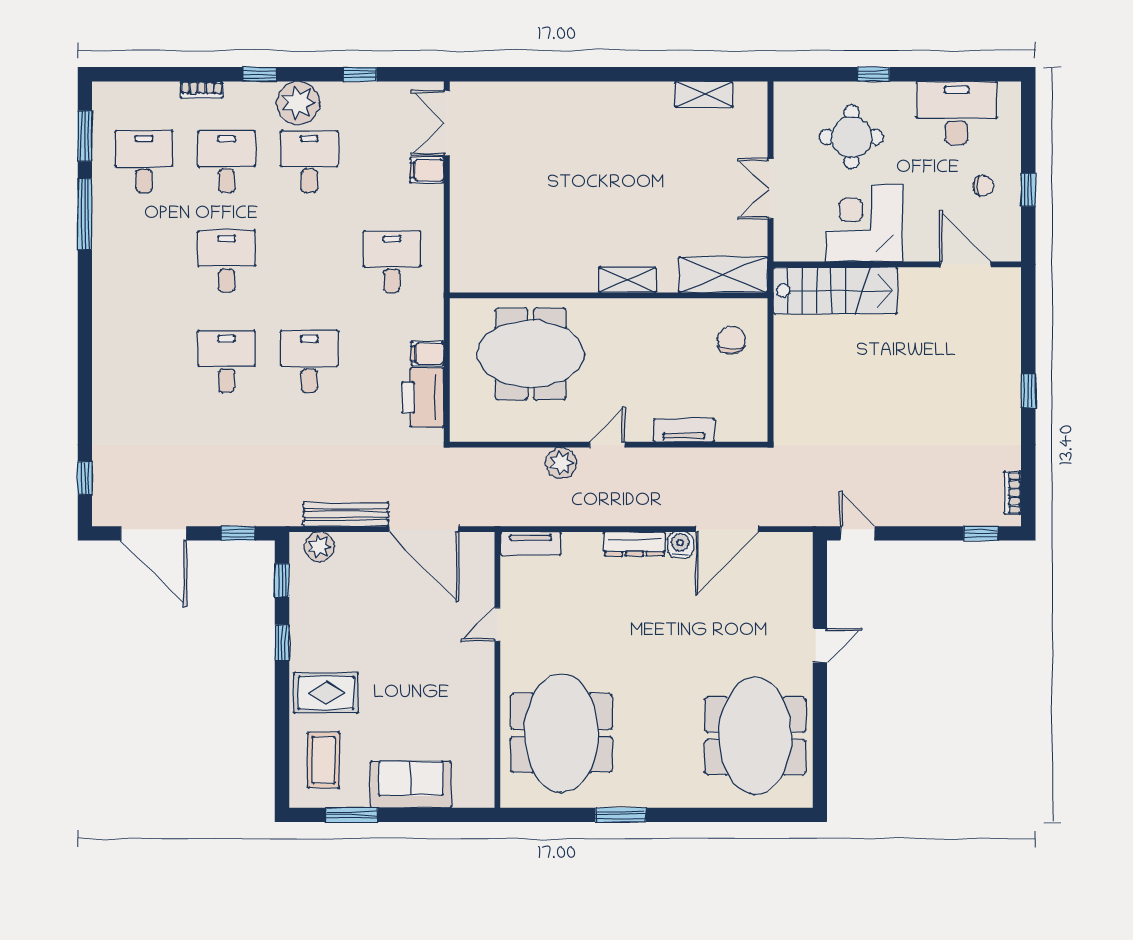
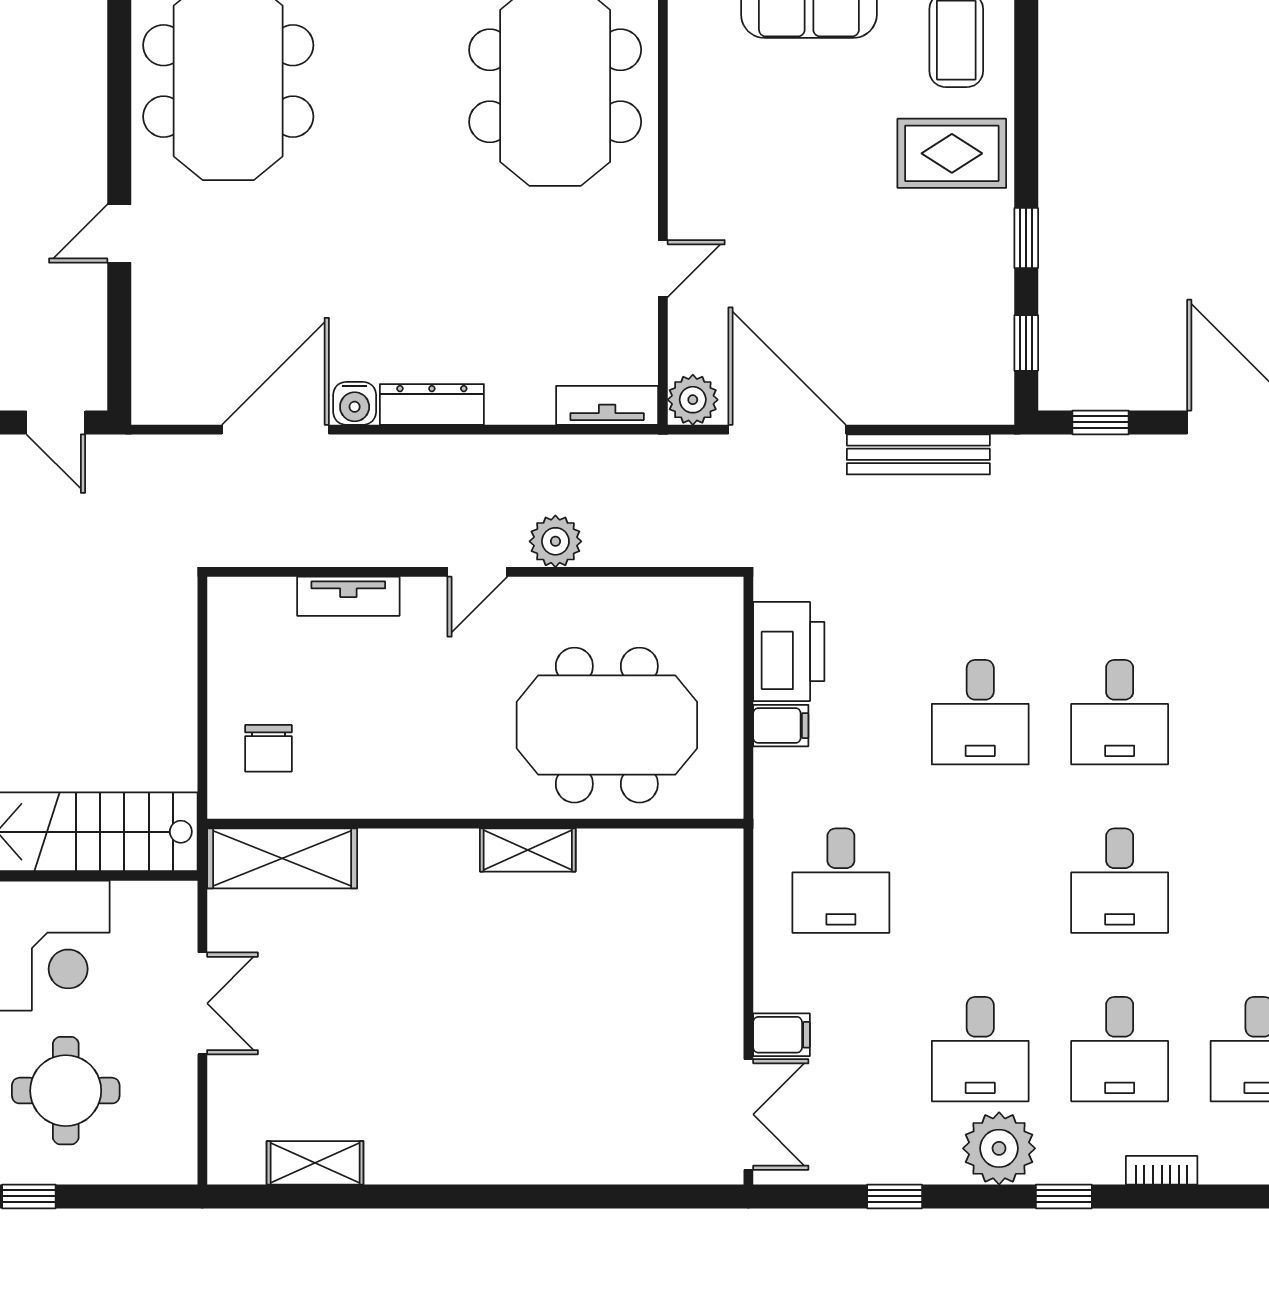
shelving: (627, 280) -> (528, 850), moved
plant: (319, 547) -> (693, 400), moved

